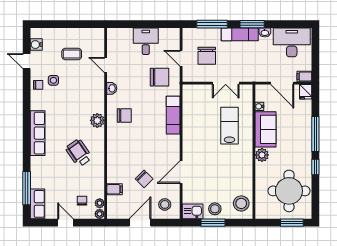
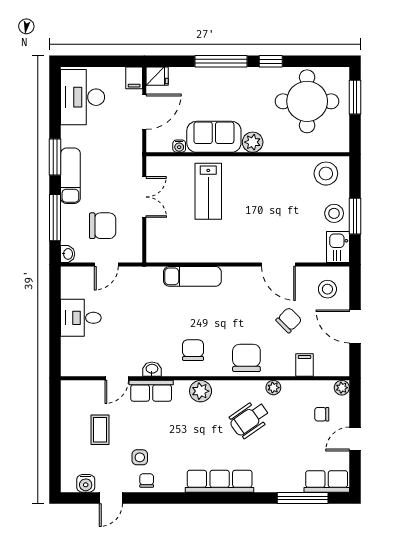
washbasin: (265, 33) -> (68, 254), moved
chair: (160, 77) -> (246, 358), moved
row of seats: (97, 88) -> (151, 391), added
lab bench: (229, 126) -> (208, 191), turned -90
plant: (100, 203) -> (273, 388), moved

